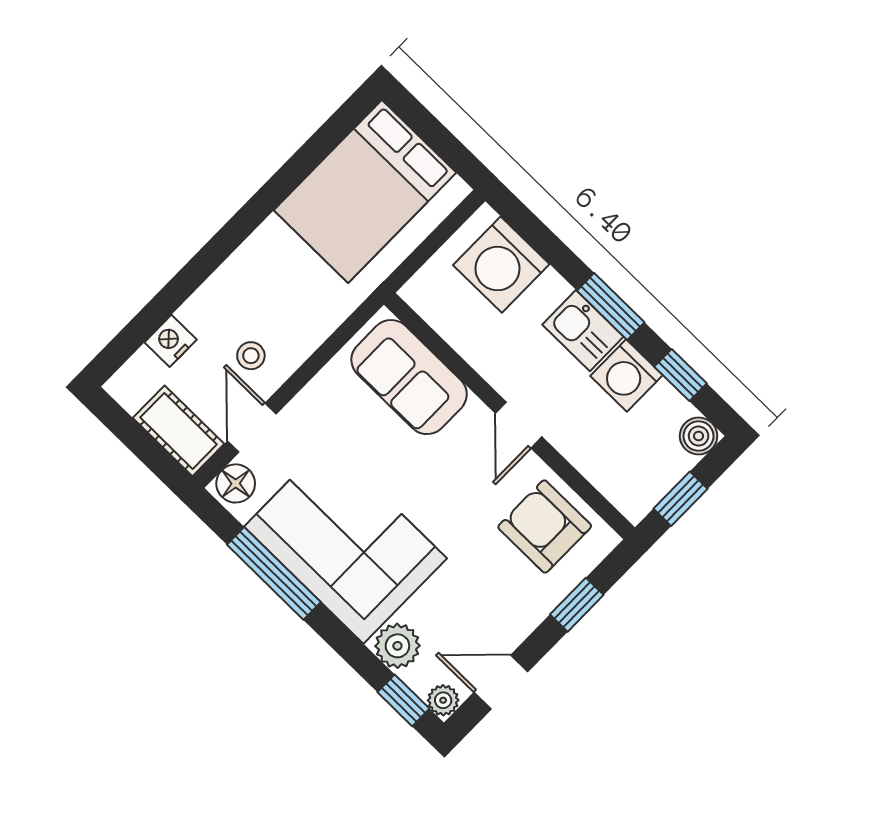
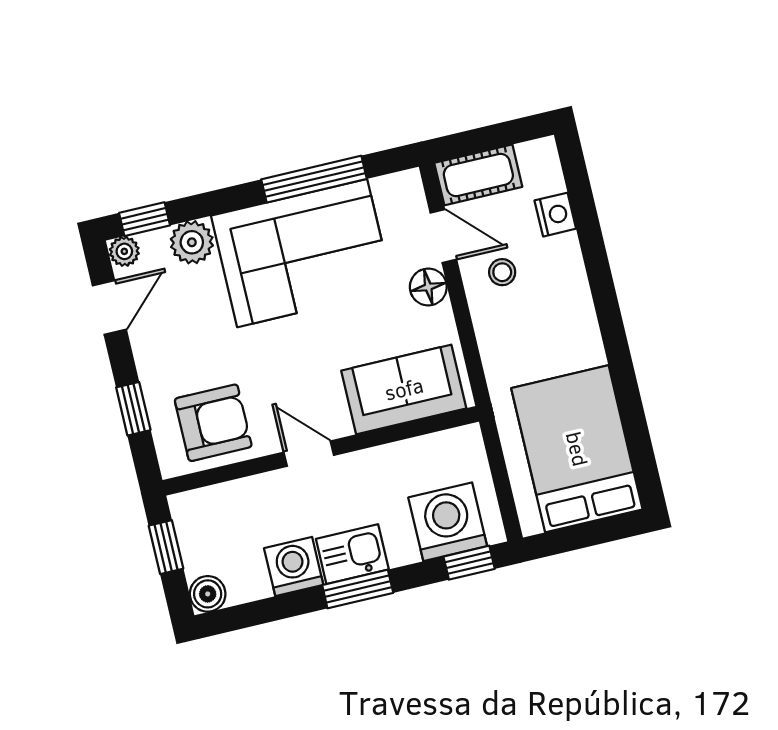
window: (681, 375) -> (469, 563), moved
floor lamp: (236, 483) -> (428, 287), moved

